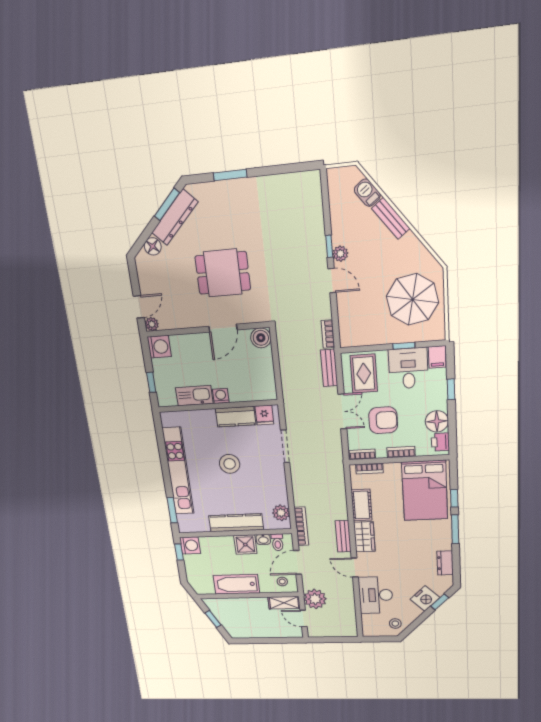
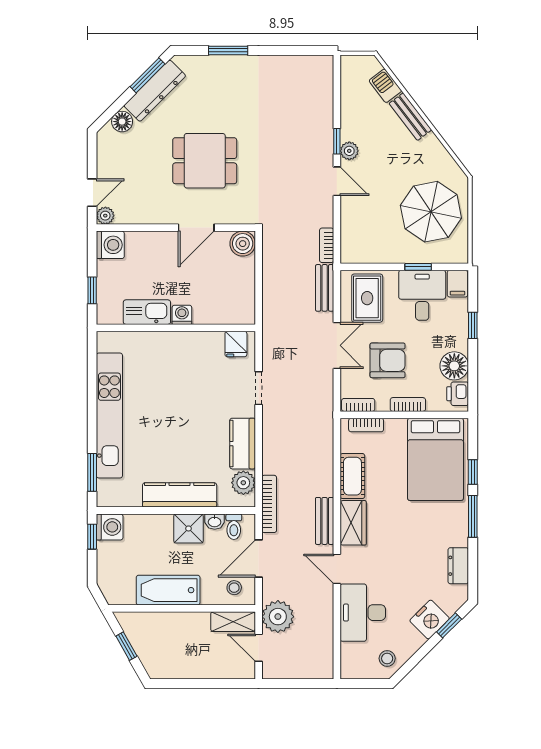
kitchen counter: (236, 417) -> (243, 444), moved, turned 90
doorway: (285, 446) -> (259, 388), width x0.73
stool: (230, 464) -> (181, 409), removed

